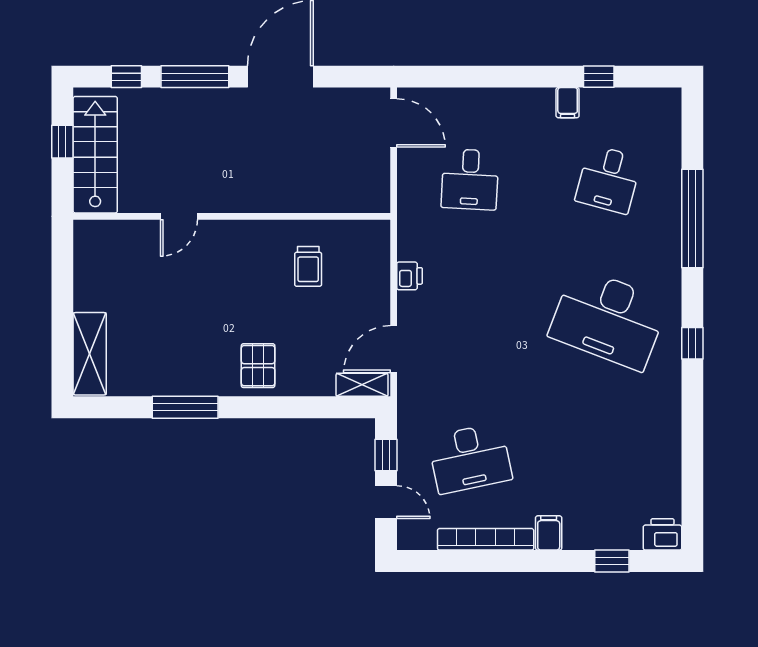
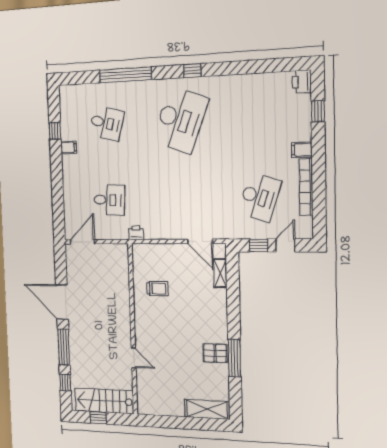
printer: (410, 276) -> (136, 233), moved
pallet: (258, 366) -> (215, 353), moved
shelving: (362, 385) -> (220, 273), moved
desk: (470, 458) -> (260, 197), turned 30

